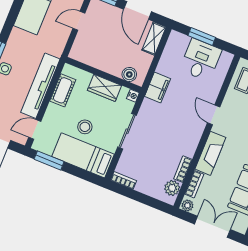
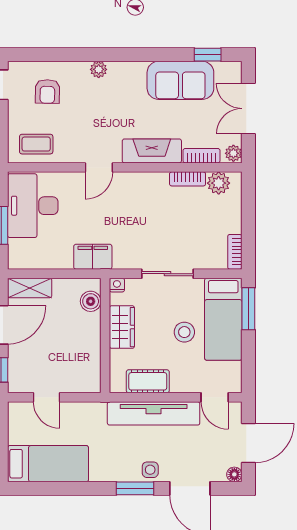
desk: (201, 60) -> (33, 206), width x1.37
window: (49, 160) -> (248, 309), moved

